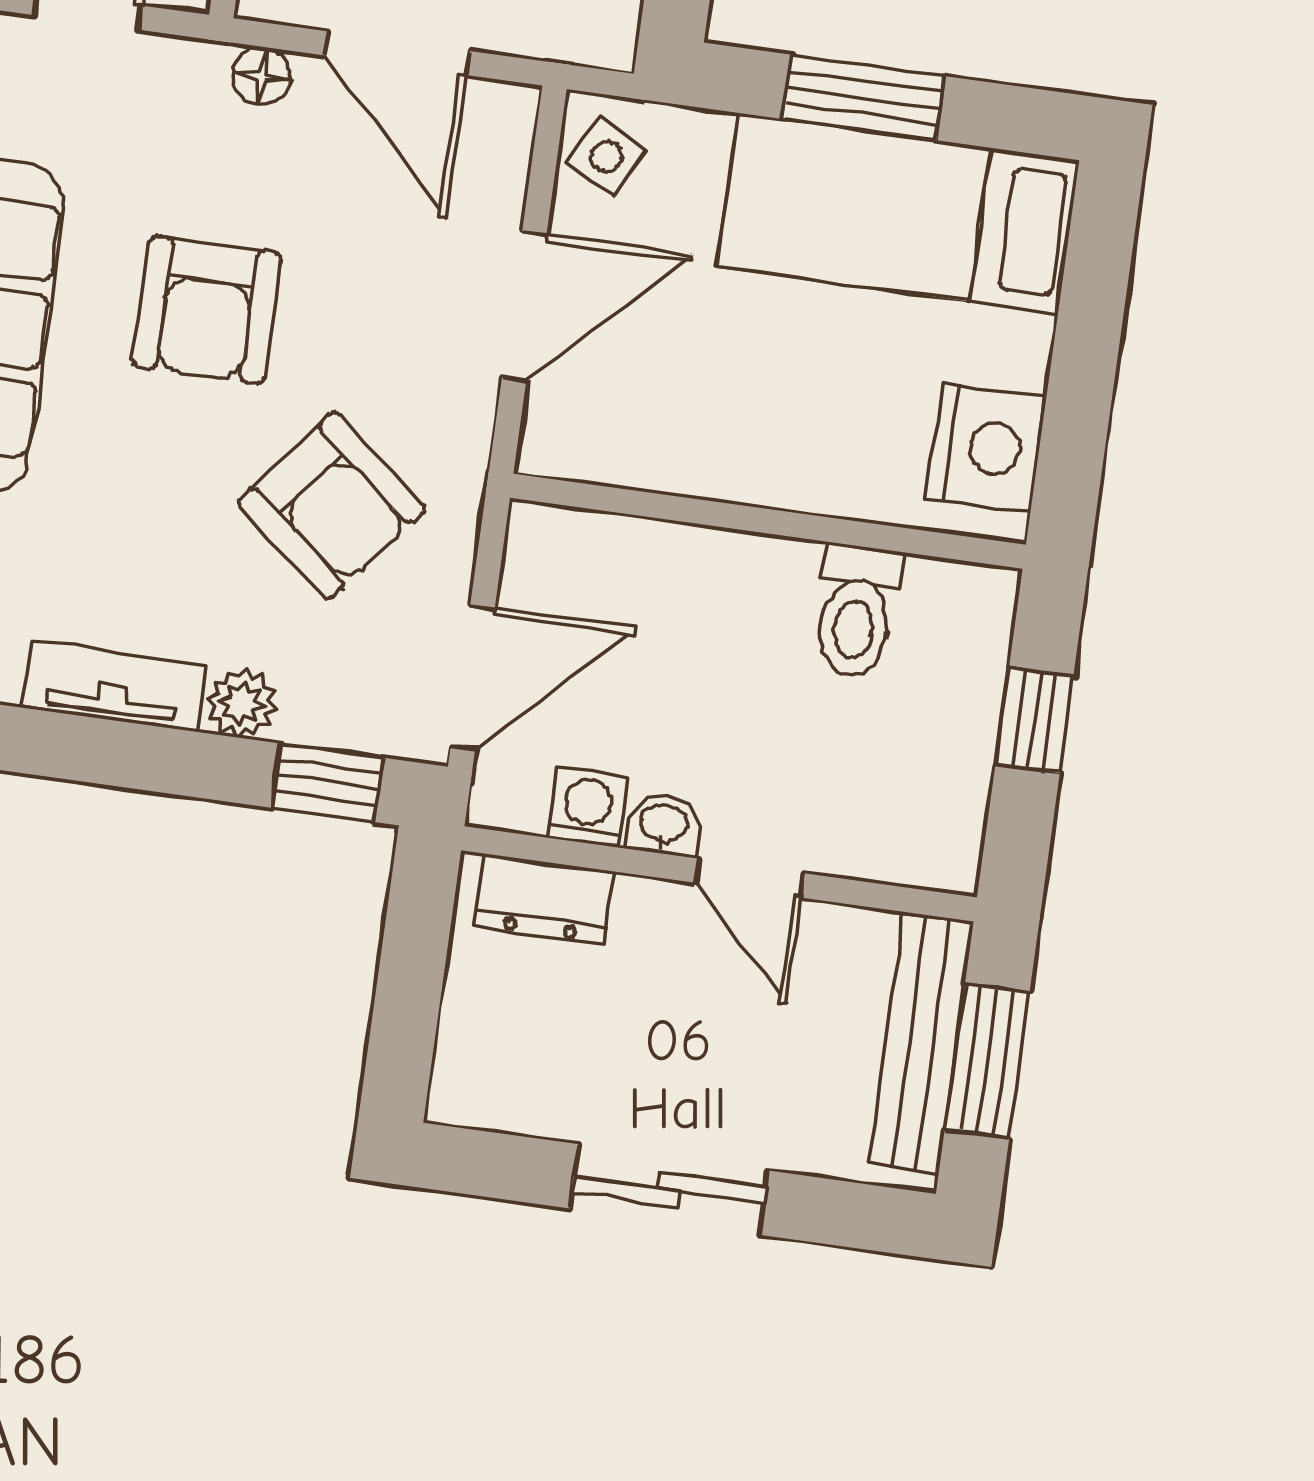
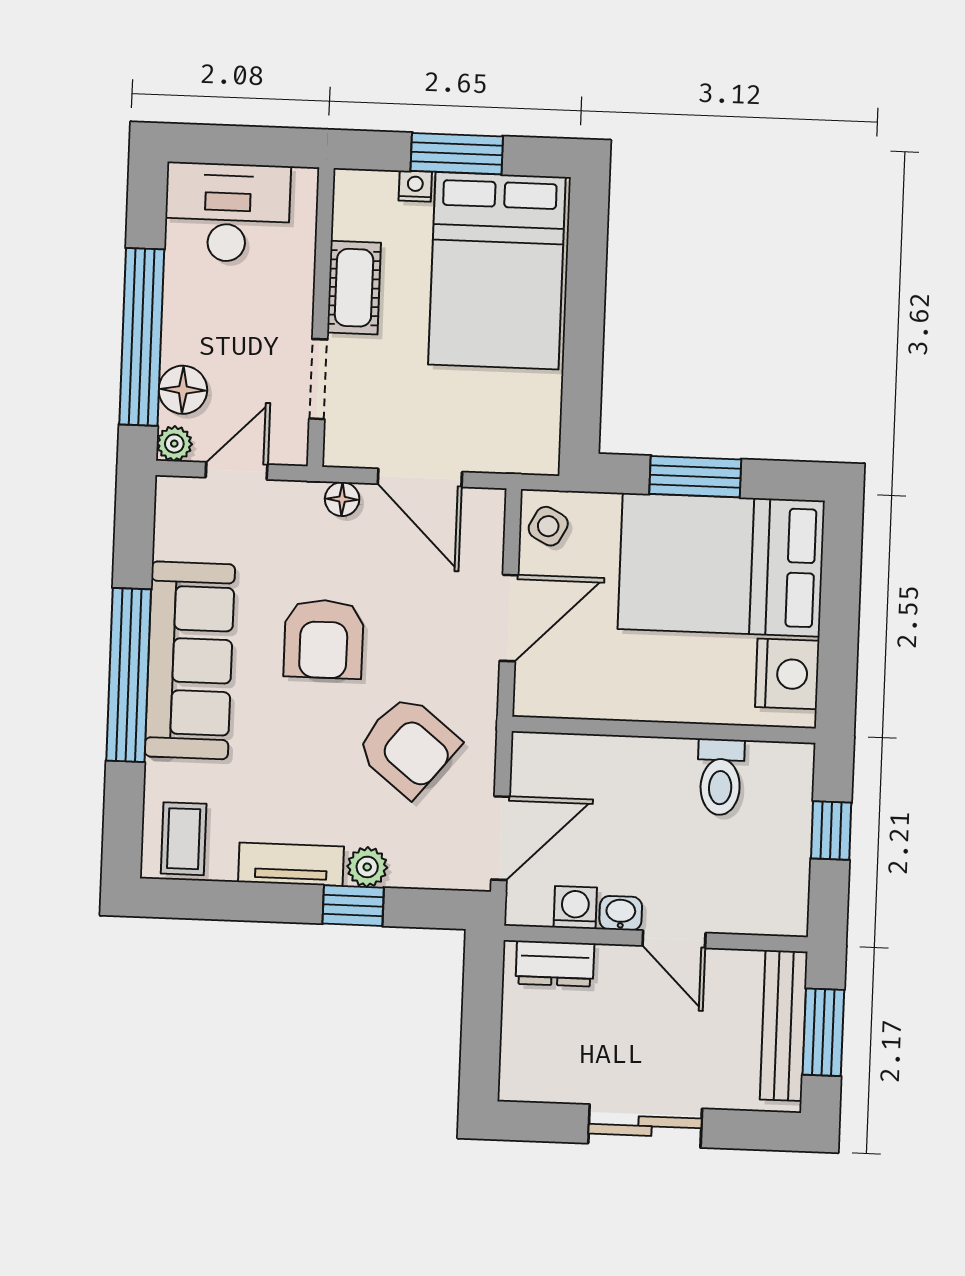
bed: (898, 213) -> (721, 565), width x1.50
window: (327, 783) -> (353, 906), moved

